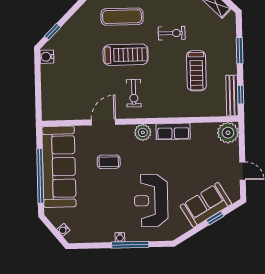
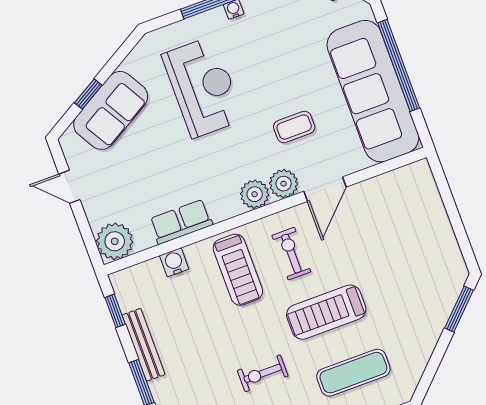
window: (53, 32) -> (459, 309), width x1.50
water cooler: (47, 57) -> (174, 262), moved, turned -90
treadmill: (196, 71) -> (238, 270), moved, turned 180
bench: (232, 96) -> (144, 345), moved
row of seats: (173, 131) -> (181, 222), moved
plant: (125, 133) -> (284, 184), added

